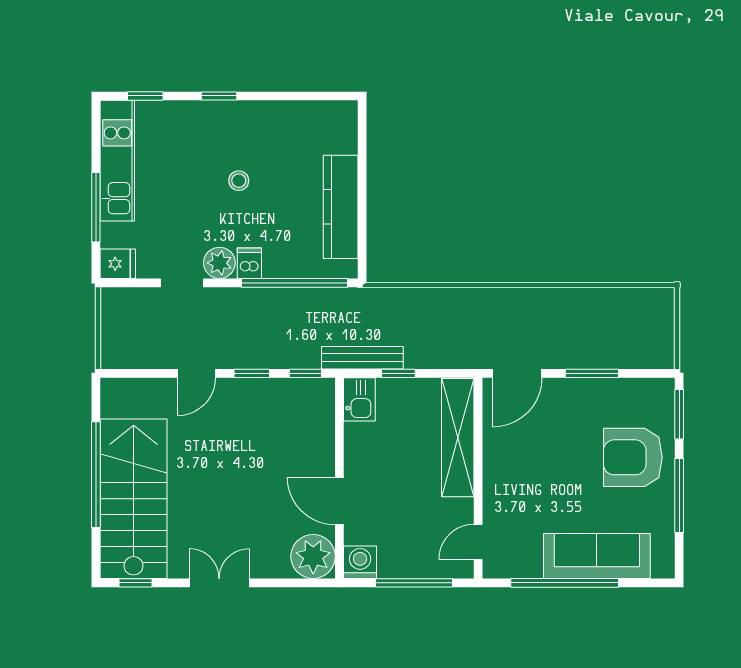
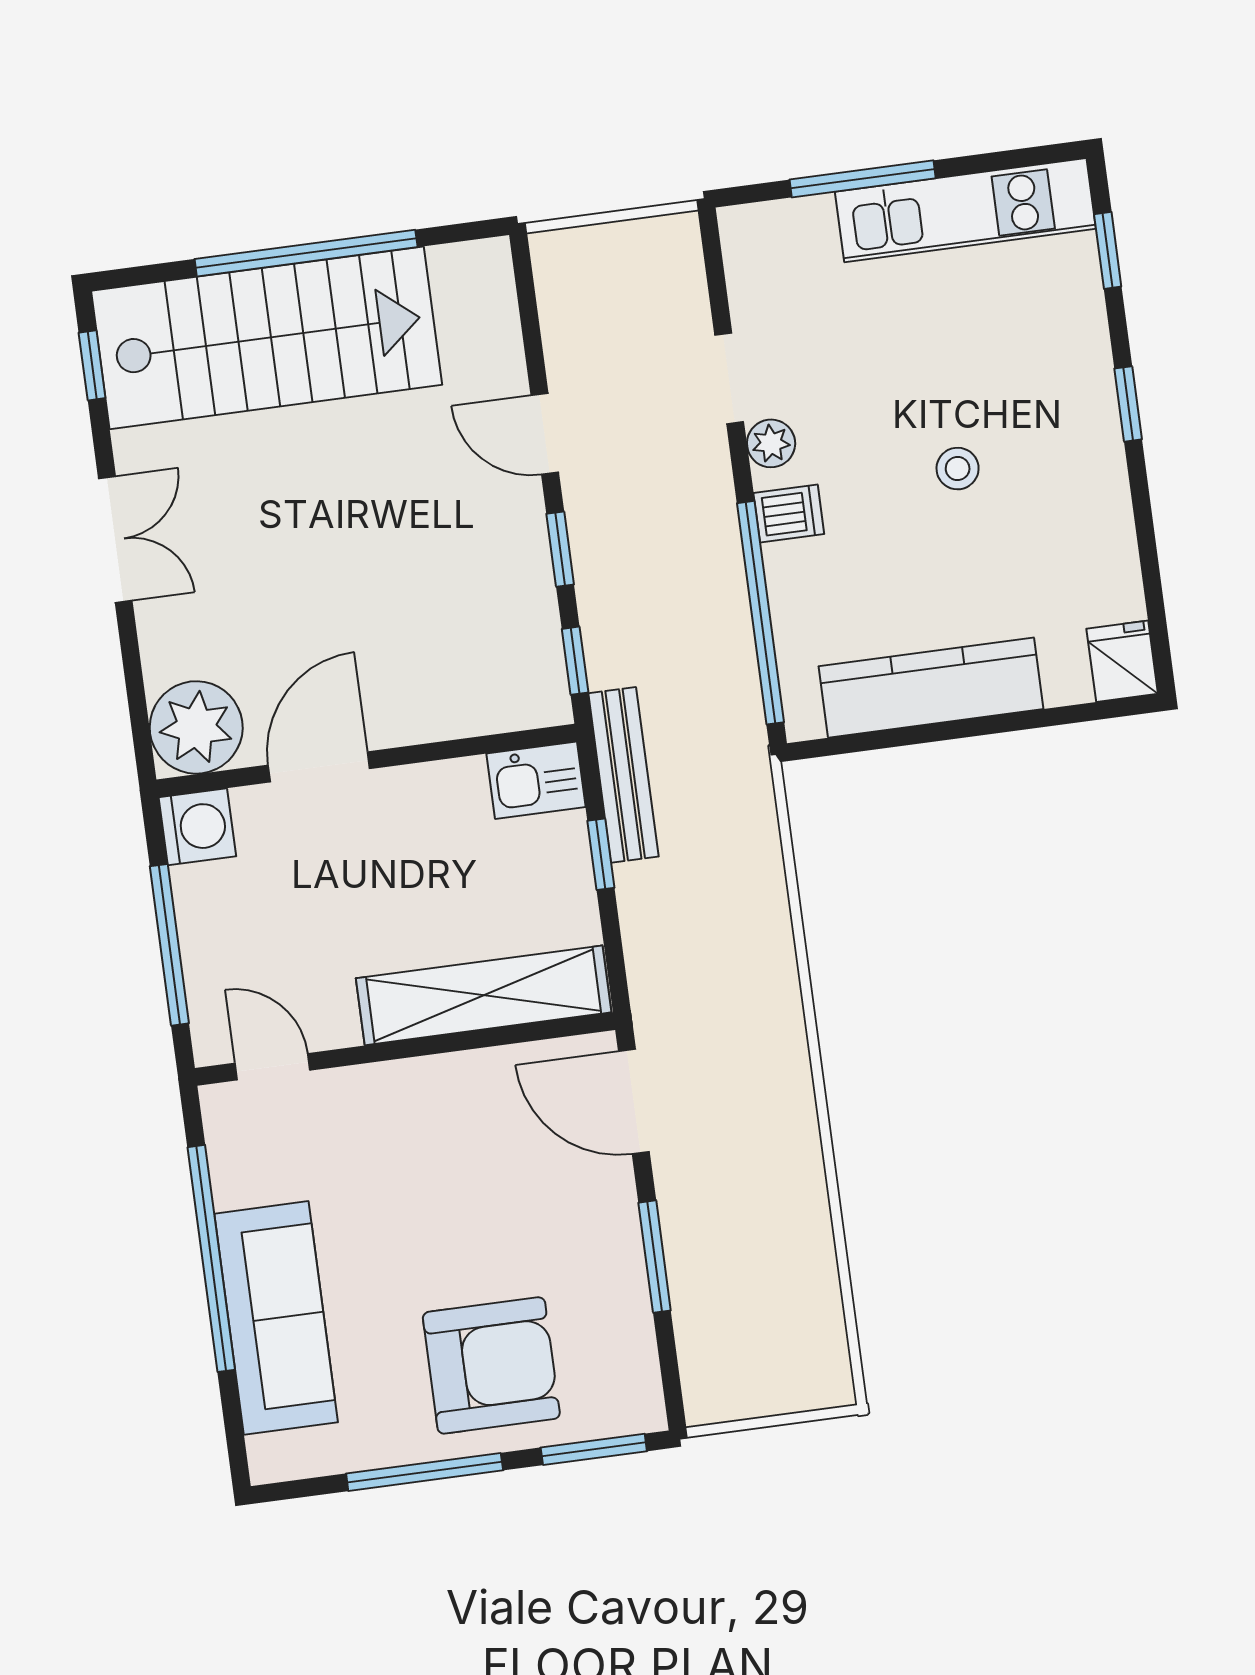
plant: (219, 263) -> (771, 443), width x0.73, depth x0.73
fridge: (118, 264) -> (1122, 661), moved, turned 180
armchair: (633, 457) -> (491, 1365), turned 90

